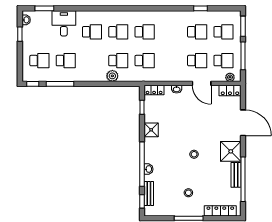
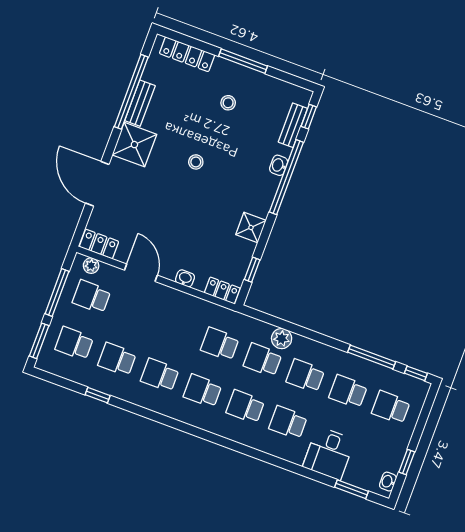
school desk: (92, 61) -> (305, 376), added
school desk: (197, 61) -> (160, 375), moved

